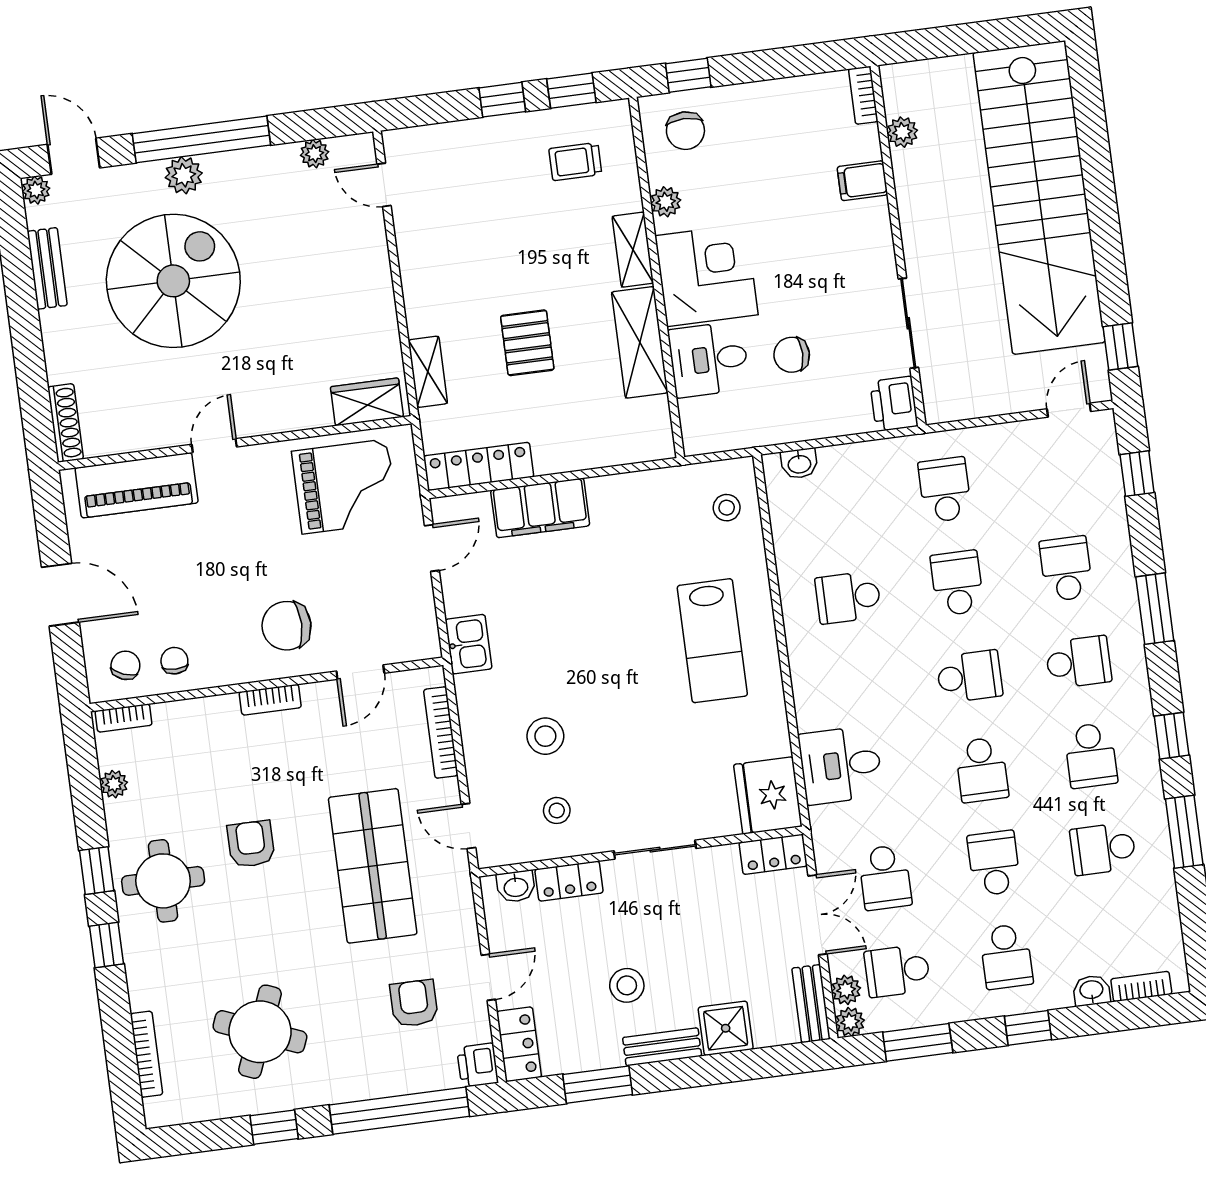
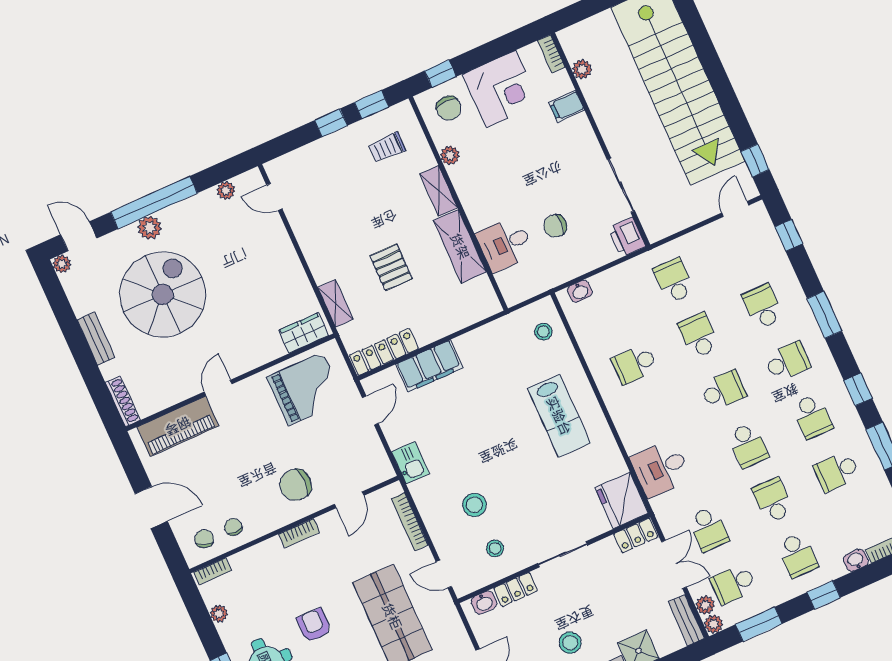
bench: (47, 268) -> (96, 339), moved
corner desk: (706, 275) -> (501, 89), moved, turned 90

